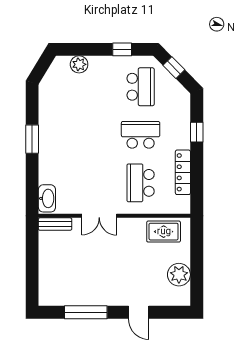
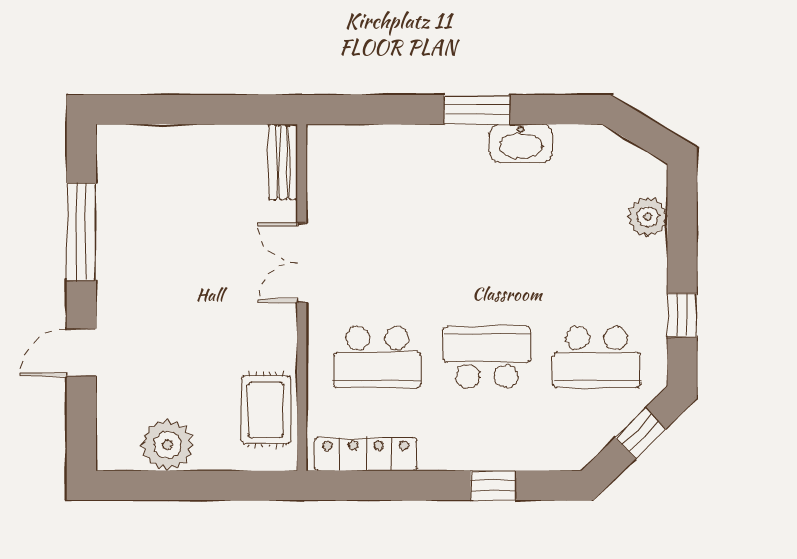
school desk: (141, 135) -> (487, 357), turned -90
locker: (183, 172) -> (366, 454), moved
school desk: (141, 183) -> (377, 357), turned 180
washbasin: (47, 198) -> (521, 143), moved

